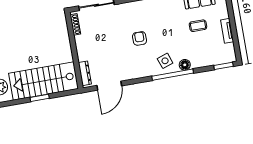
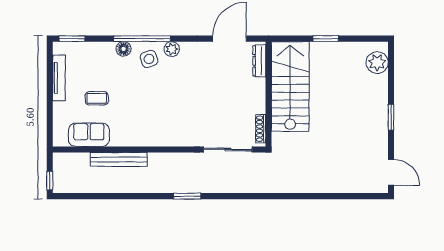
tv unit: (227, 31) -> (59, 78), width x1.41
armchair: (140, 38) -> (178, 95), removed
plant: (150, 71) -> (172, 49), added
stairs: (44, 81) -> (290, 86), moved, turned -90

